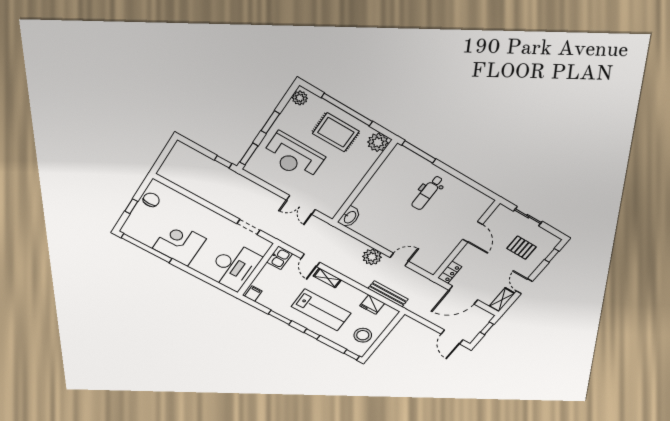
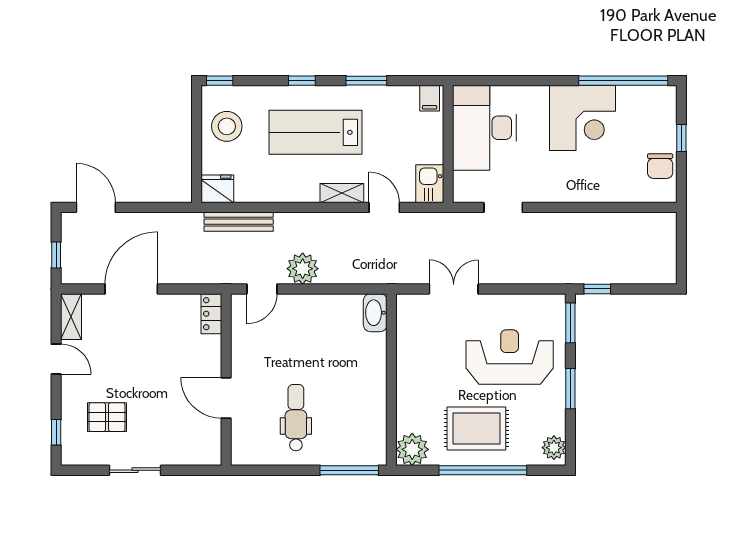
door: (473, 232) -> (226, 398), moved
wall: (466, 240) -> (226, 380), moved
locker: (450, 272) -> (211, 314), moved
fridge: (372, 305) -> (217, 189), moved

